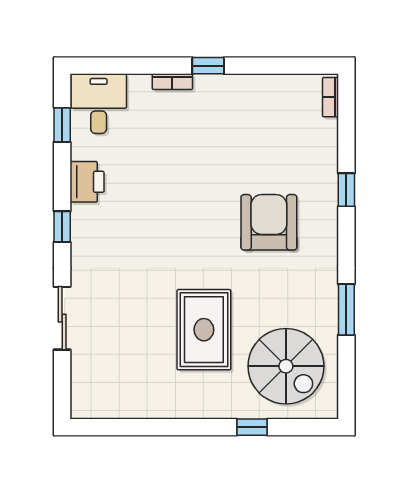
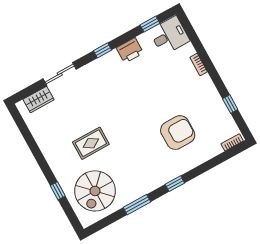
window: (208, 66) -> (230, 104), moved
window: (346, 190) -> (175, 184), moved
armchair: (269, 222) -> (178, 133), moved
rug: (204, 330) -> (91, 143), width x0.73, depth x0.70
wardrobe: (85, 376) -> (39, 100), added

